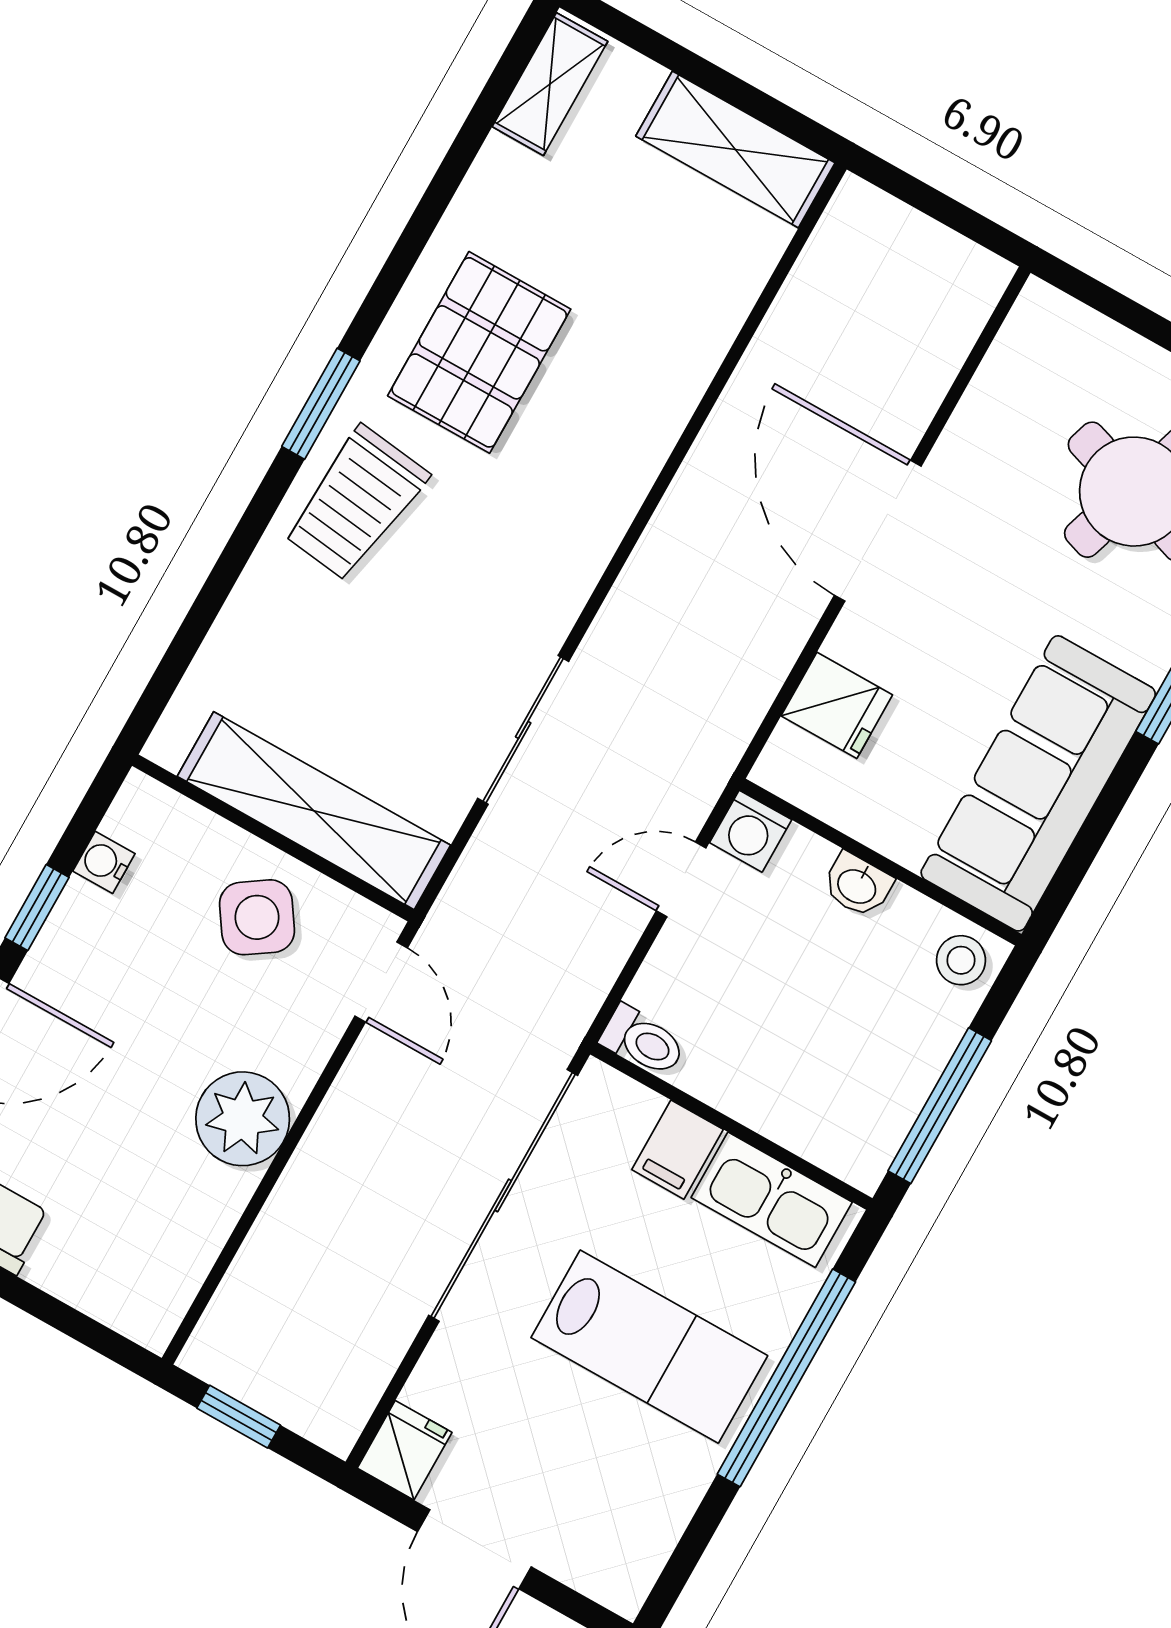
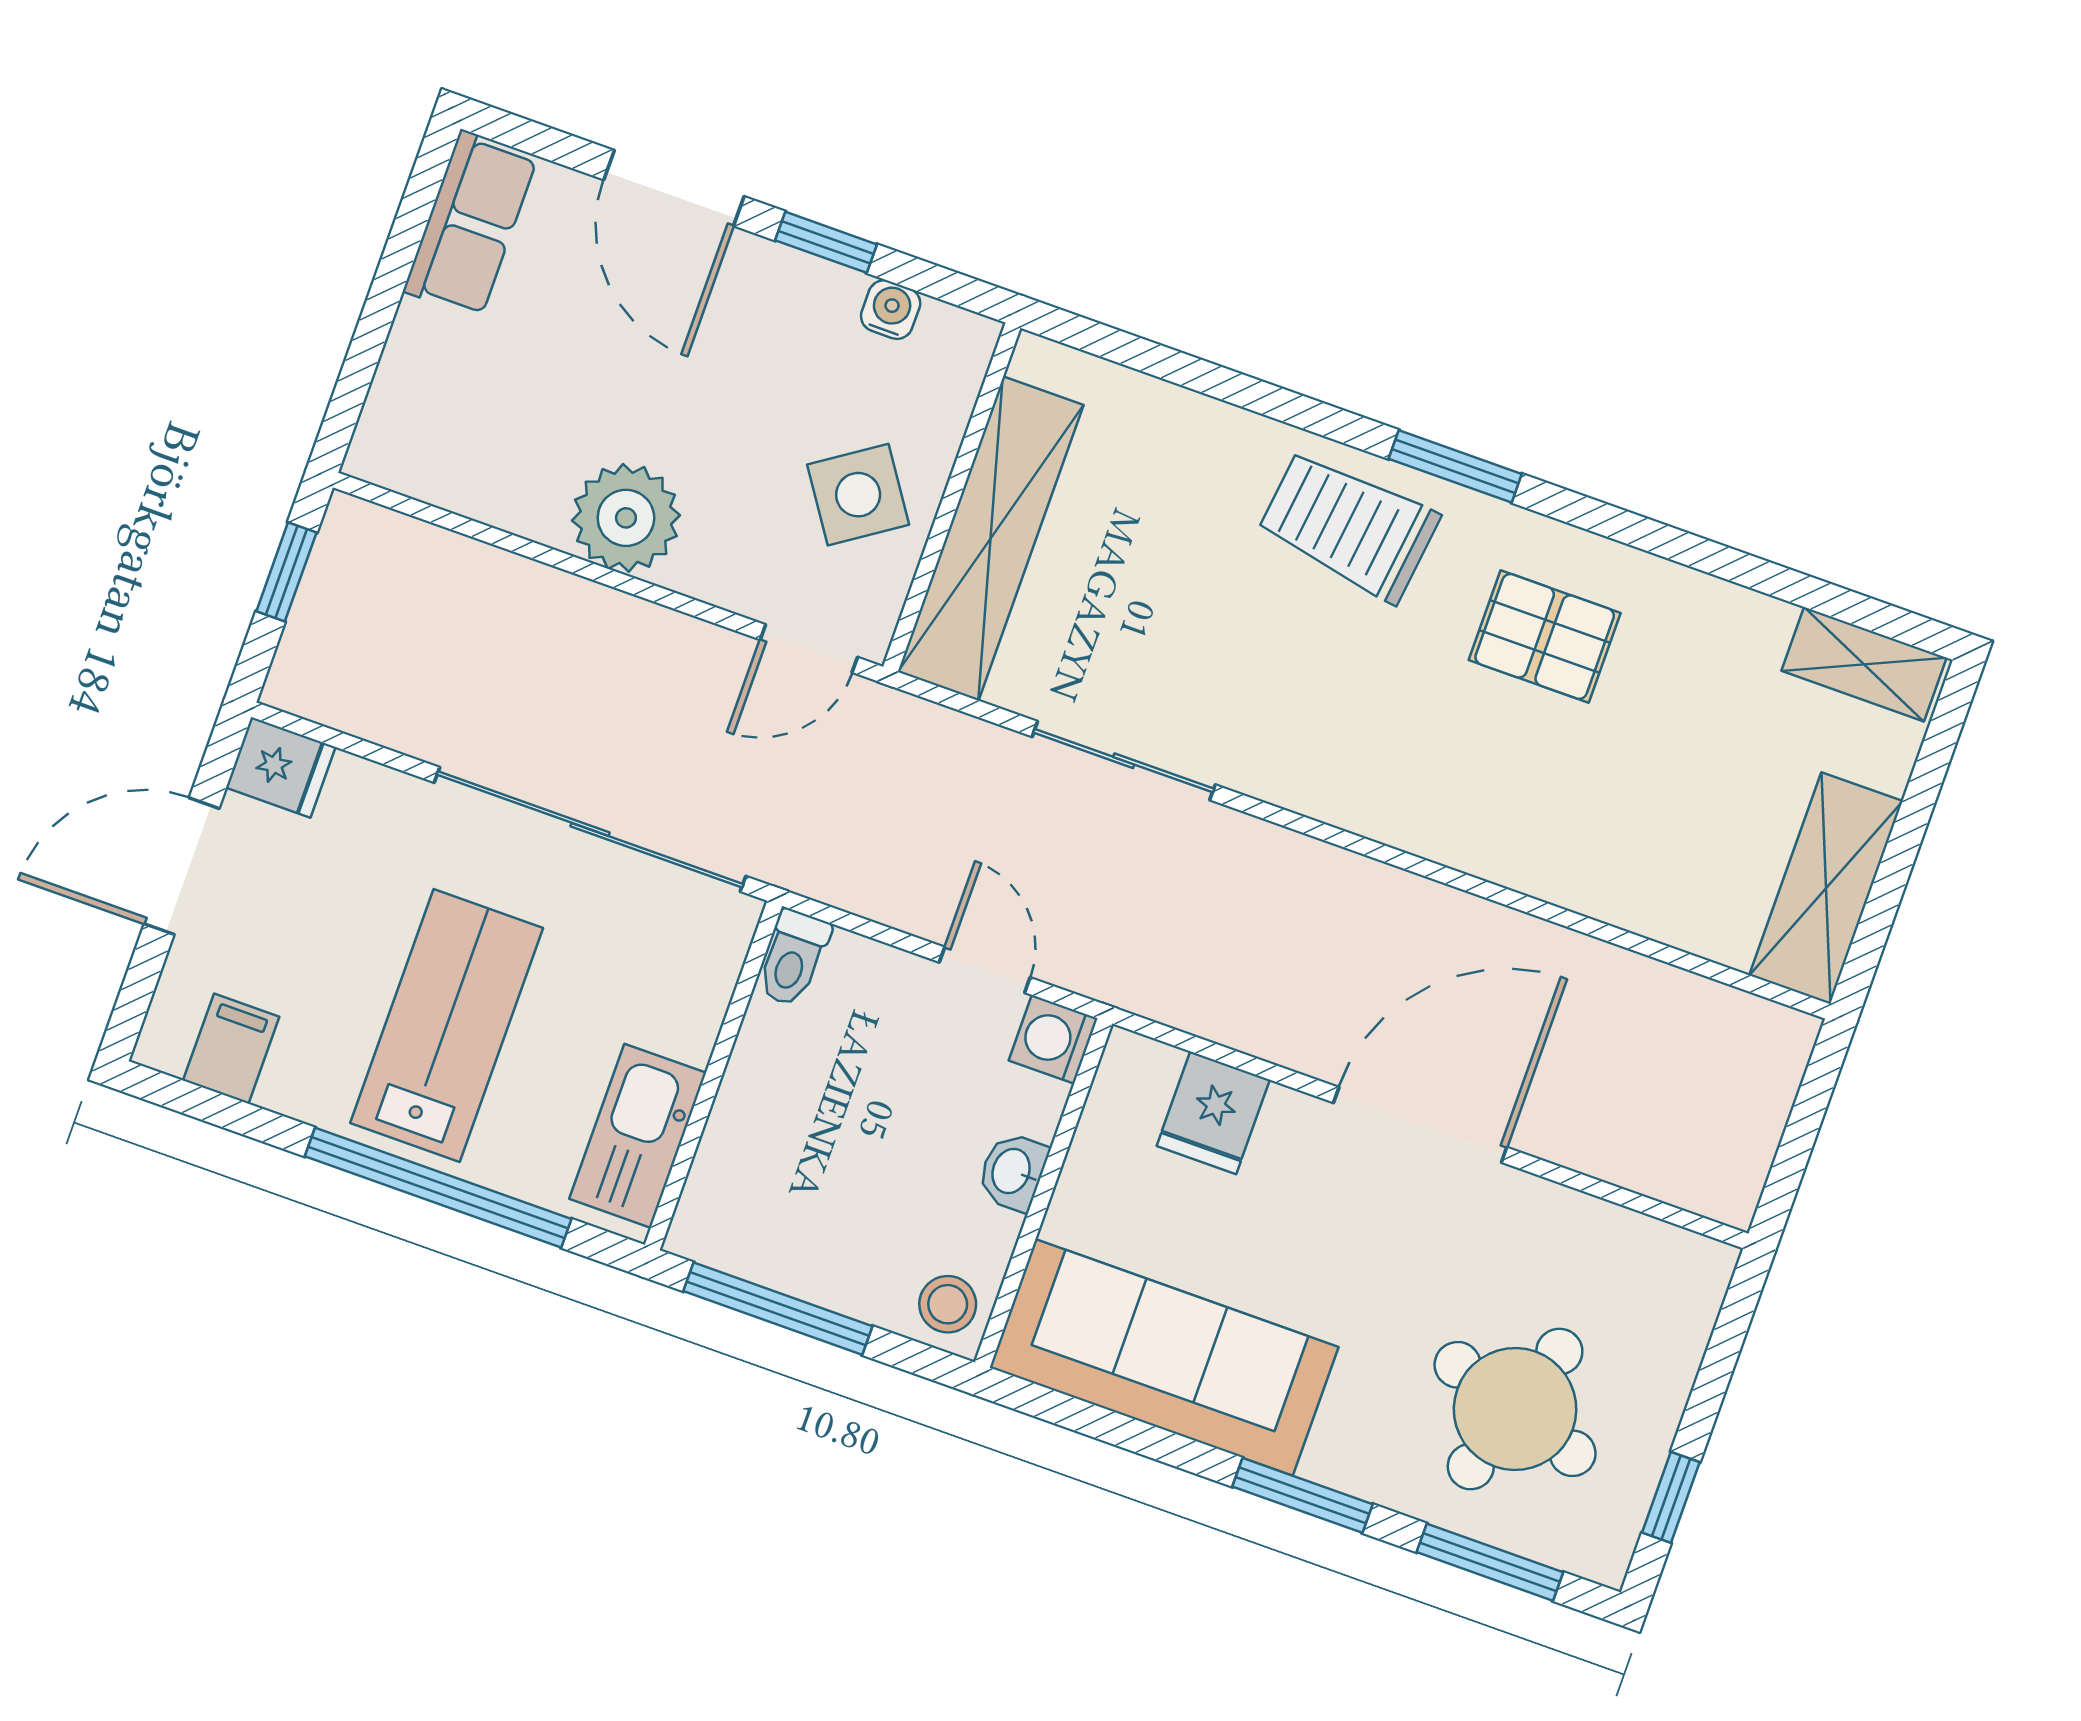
pallet: (479, 352) -> (1545, 636), width x0.67, depth x0.71
filing cabinet: (677, 1150) -> (231, 1049), moved, turned 90
lab bench: (649, 1347) -> (447, 1025), turned 180

